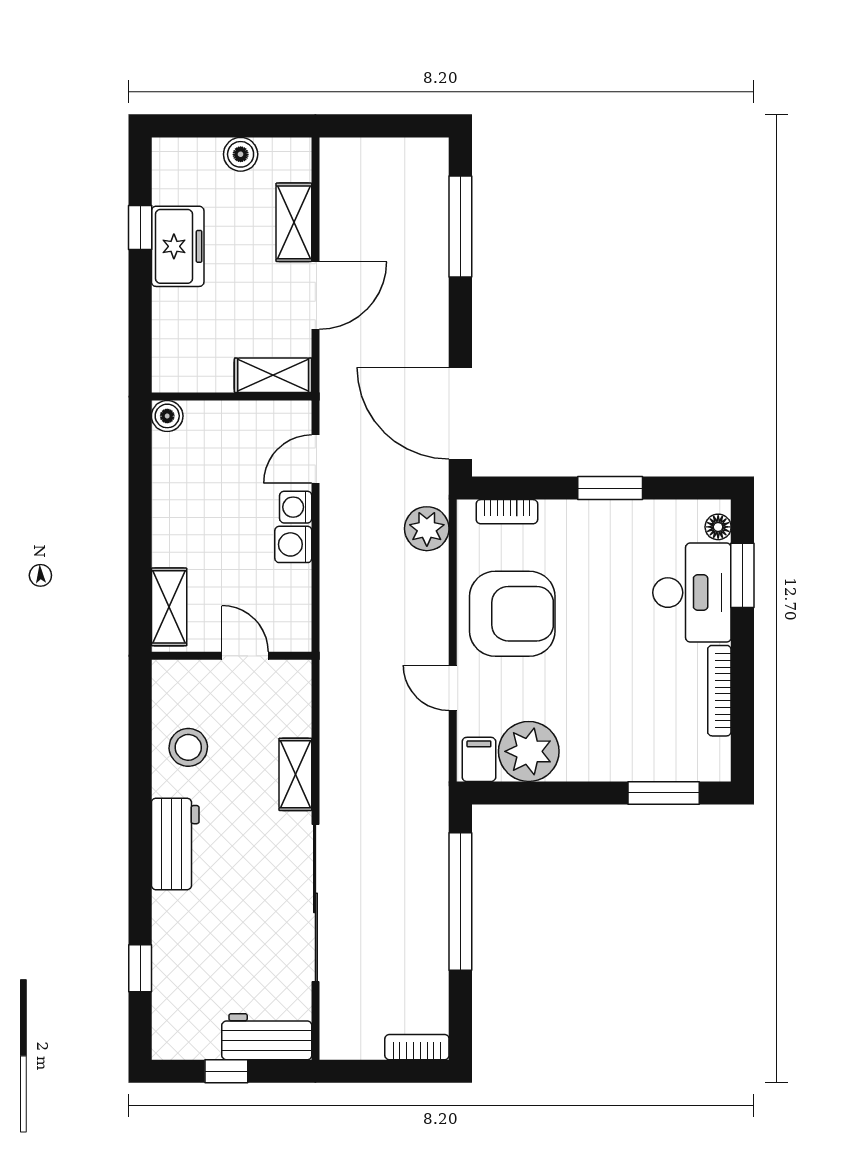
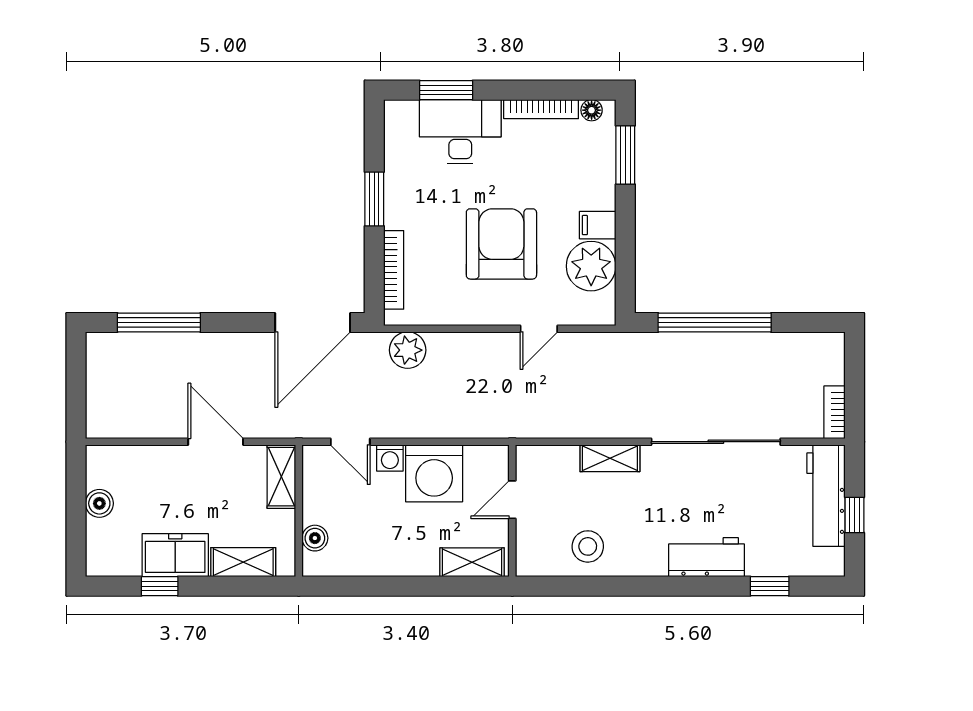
shelving: (294, 222) -> (243, 562), moved
boiler: (167, 416) -> (315, 538), moved
bookcase: (507, 512) -> (394, 270), width x1.56
floor lamp: (718, 527) -> (592, 110), moved
washing machine: (293, 544) -> (434, 473), width x1.89, depth x1.89
armchair: (512, 614) -> (501, 244), moved
filing cabinet: (479, 759) -> (598, 225), moved
workbench: (175, 844) -> (707, 557), moved
workbench: (267, 1037) -> (826, 496), width x1.37
bookcase: (417, 1047) -> (835, 412), moved

